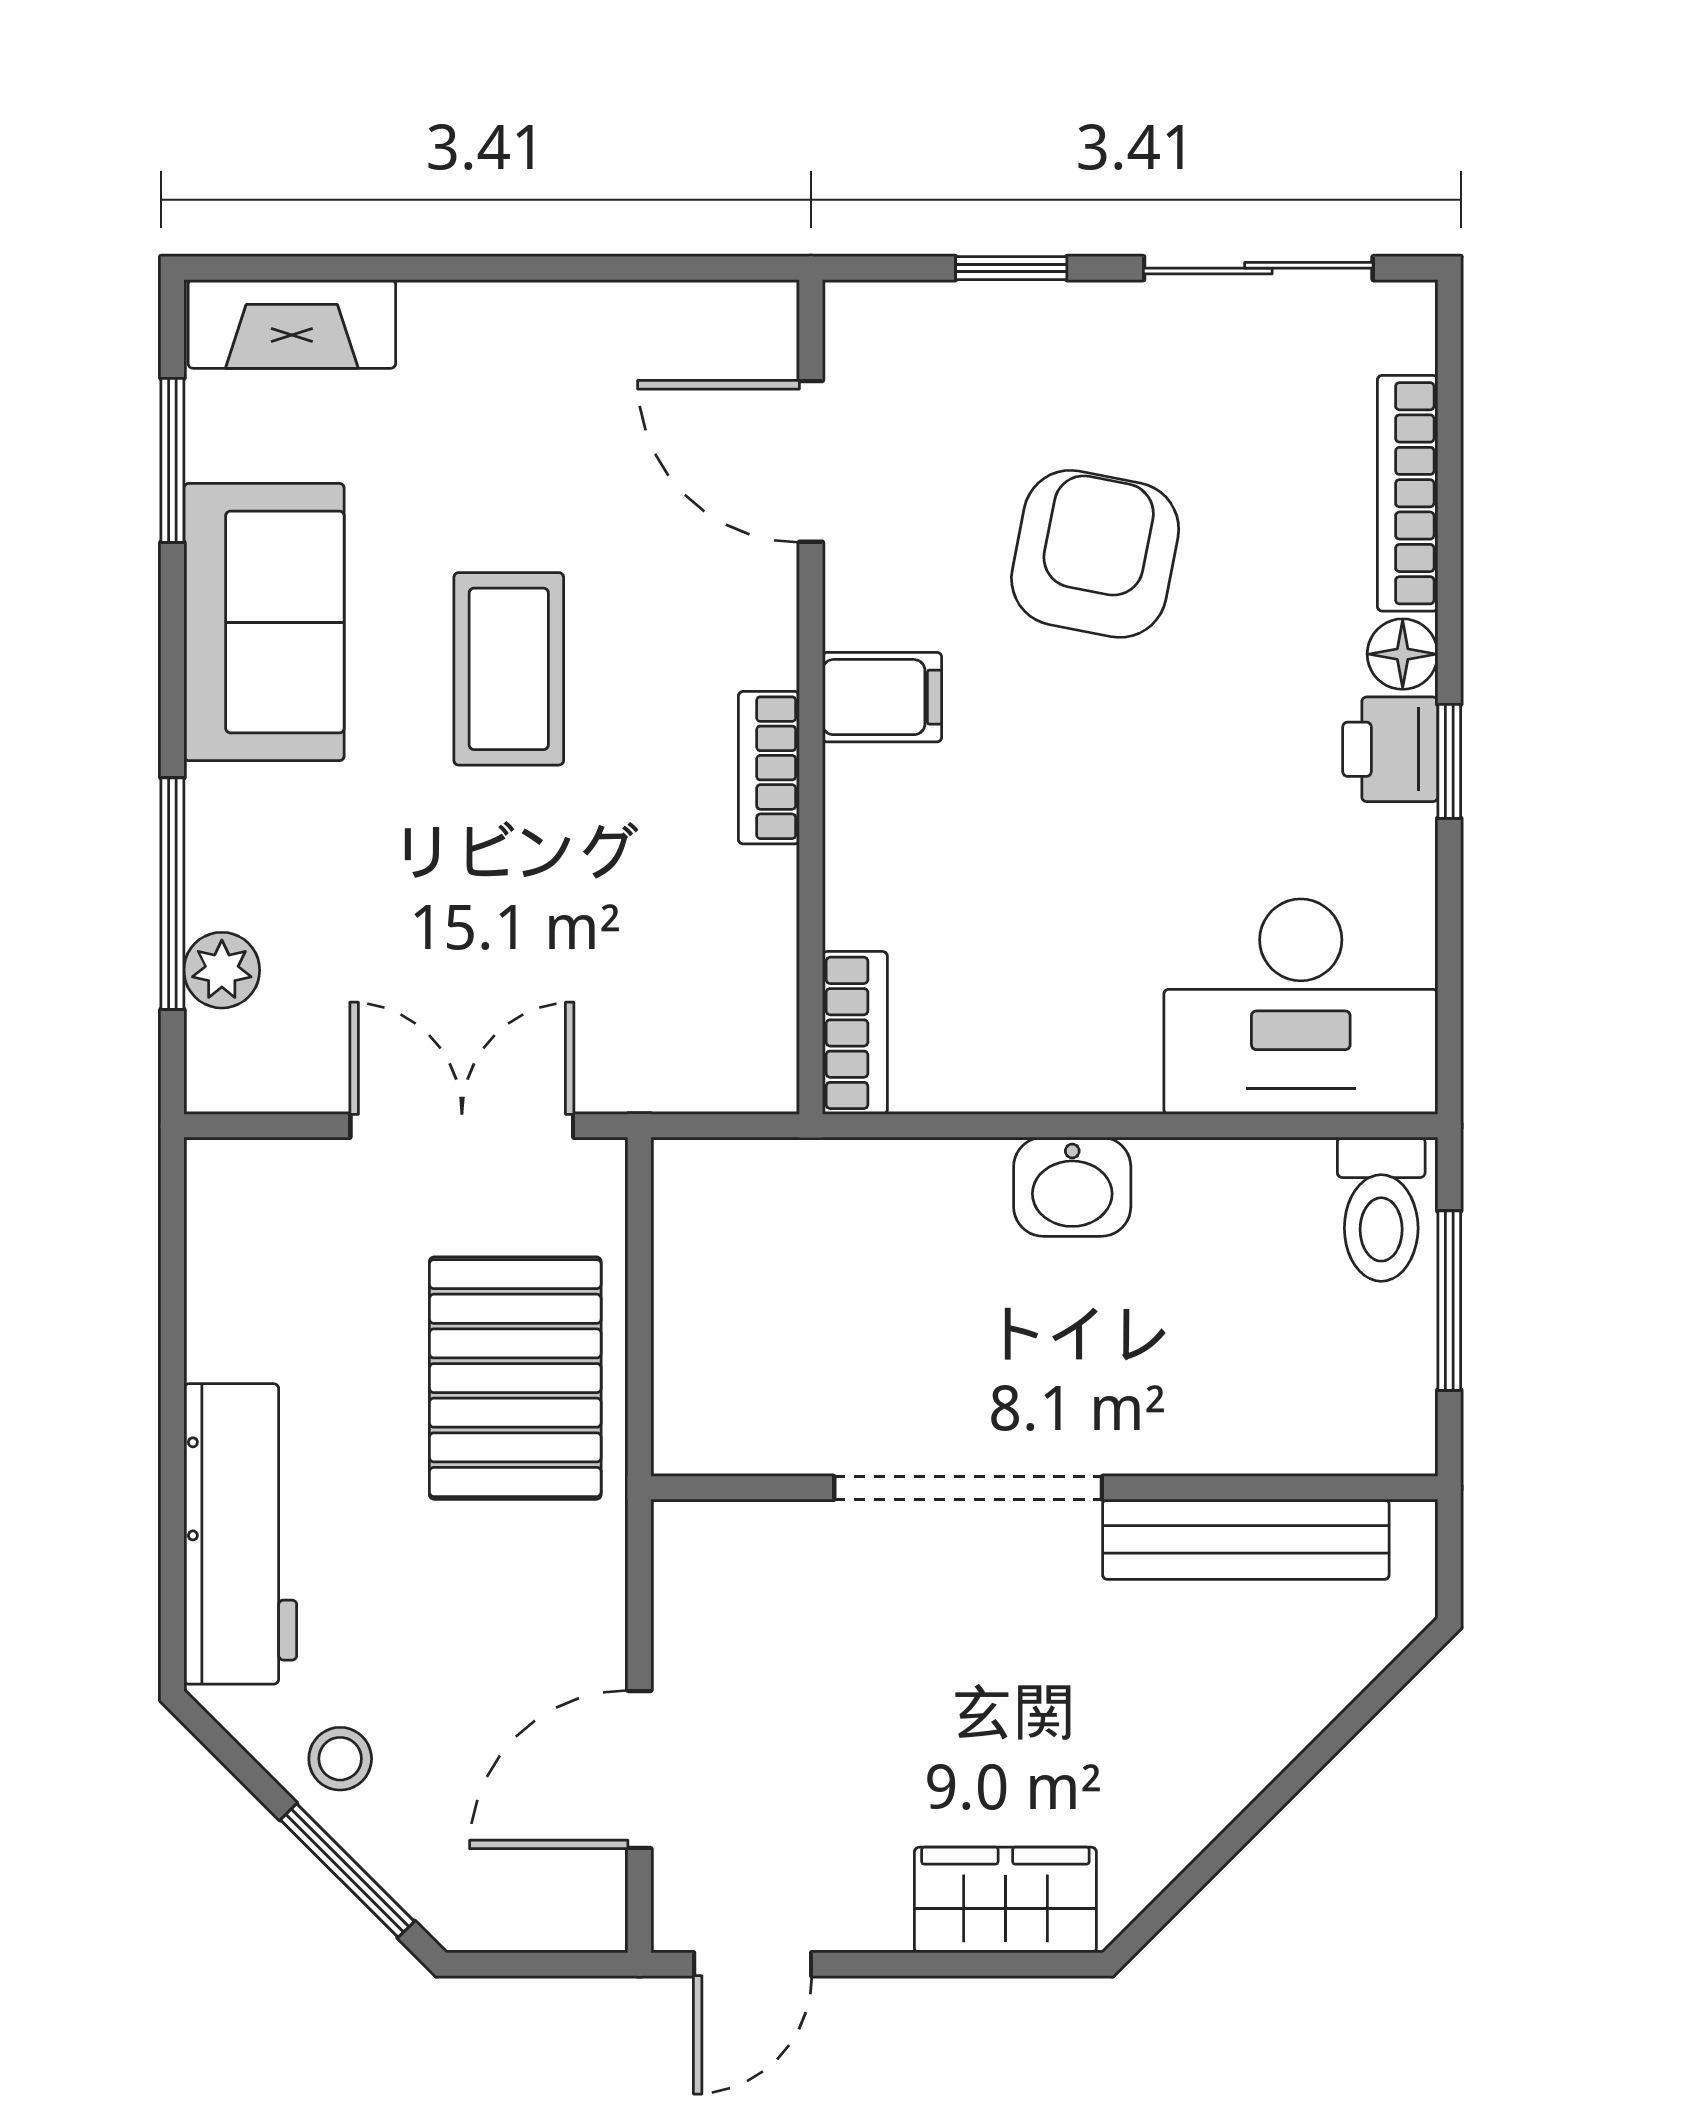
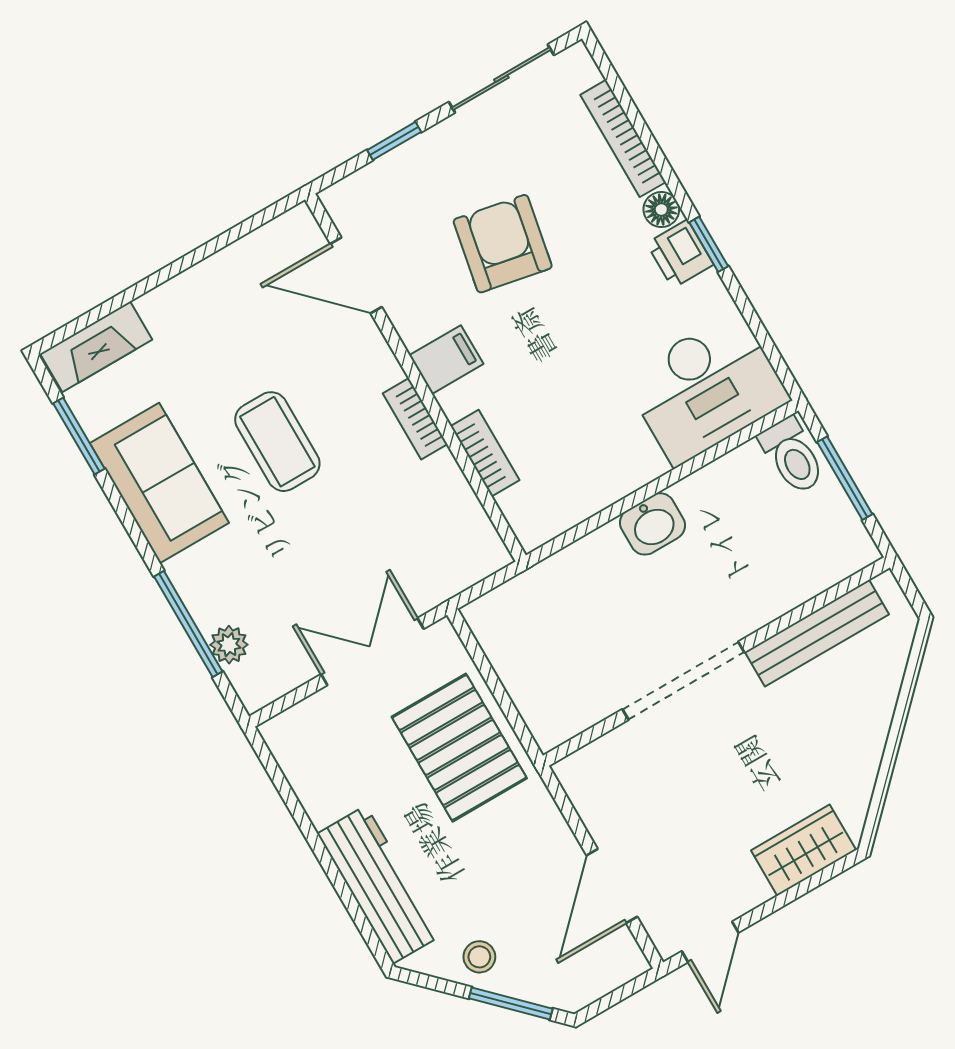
bookcase: (855, 1033) -> (485, 453), moved

